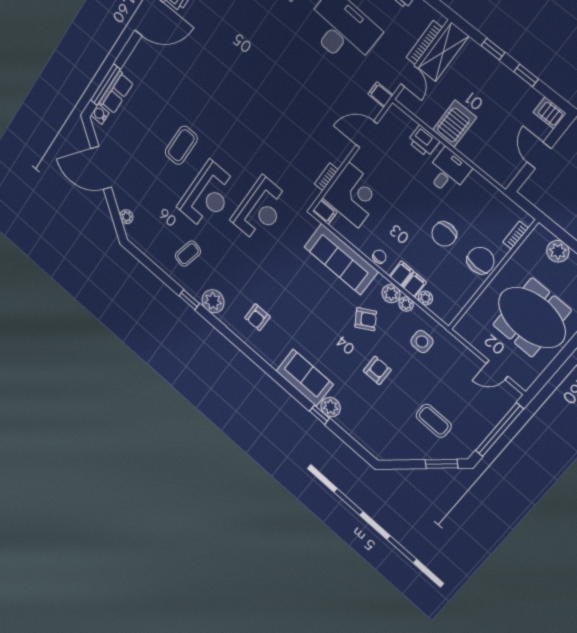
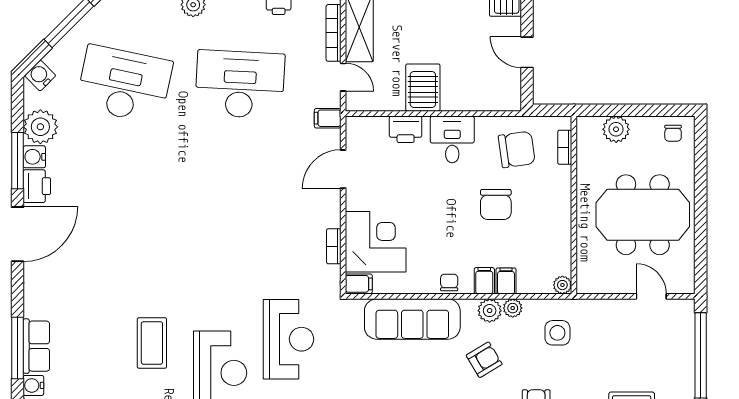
chair: (481, 260) -> (517, 149), moved, turned 82
plant: (425, 298) -> (562, 285), moved
door: (497, 370) -> (651, 296), swing flipped

